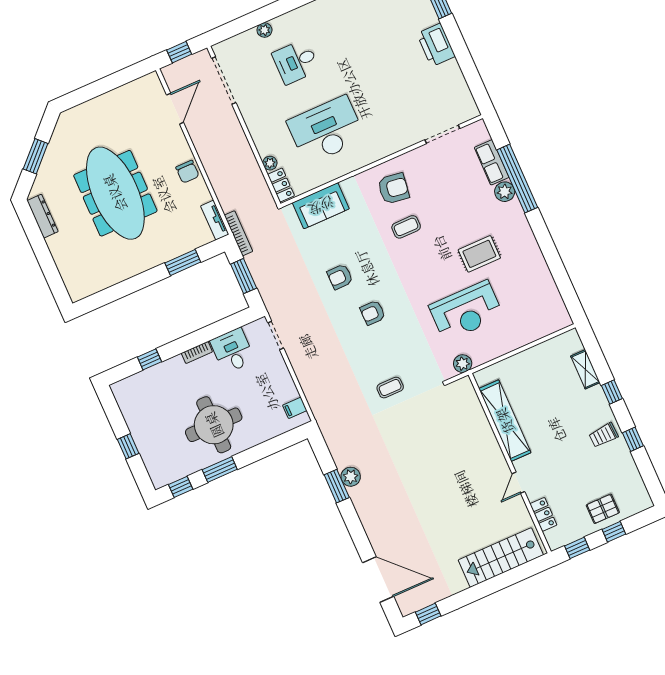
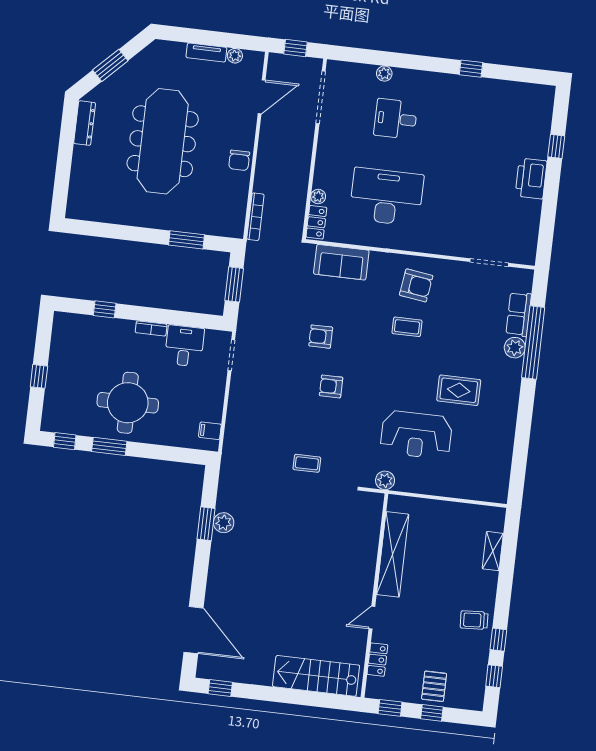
plant: (133, 88) -> (235, 56), added
tv unit: (215, 220) -> (206, 53), moved, turned -90
bookcase: (239, 233) -> (255, 217), moved
window: (612, 392) -> (494, 676), moved
pallet: (603, 509) -> (434, 686), turned 90

